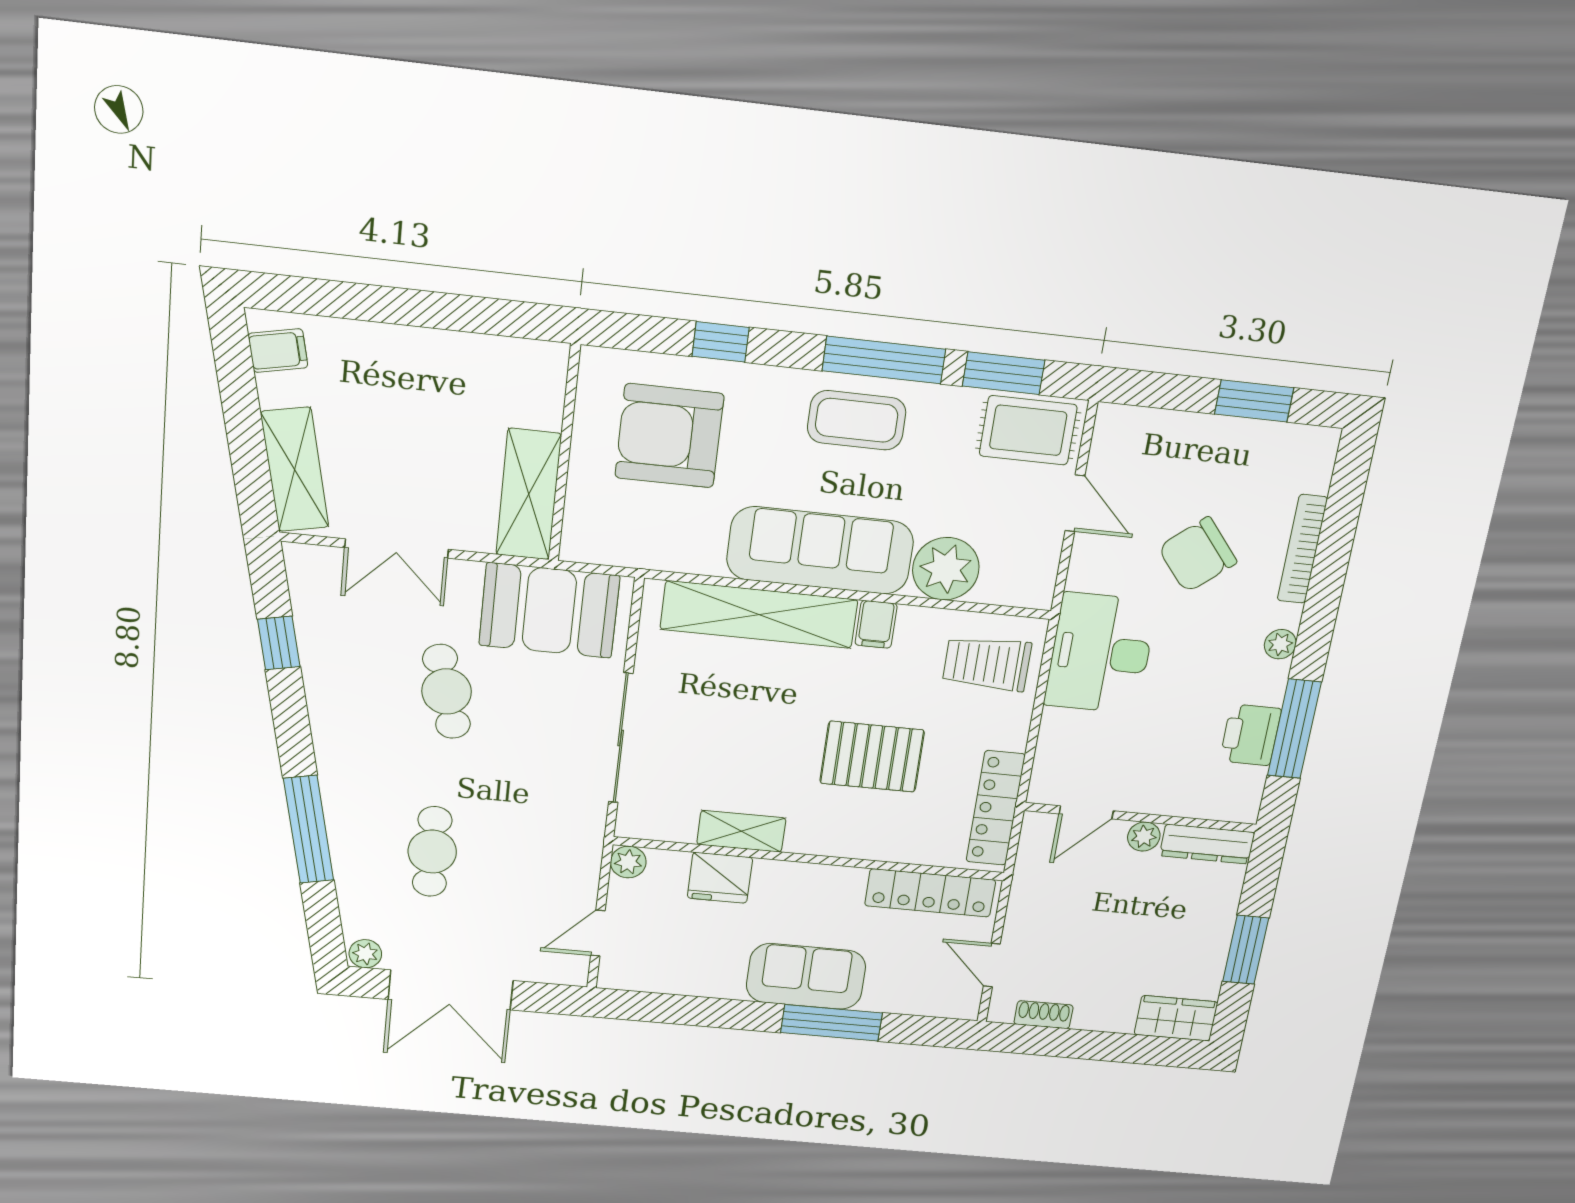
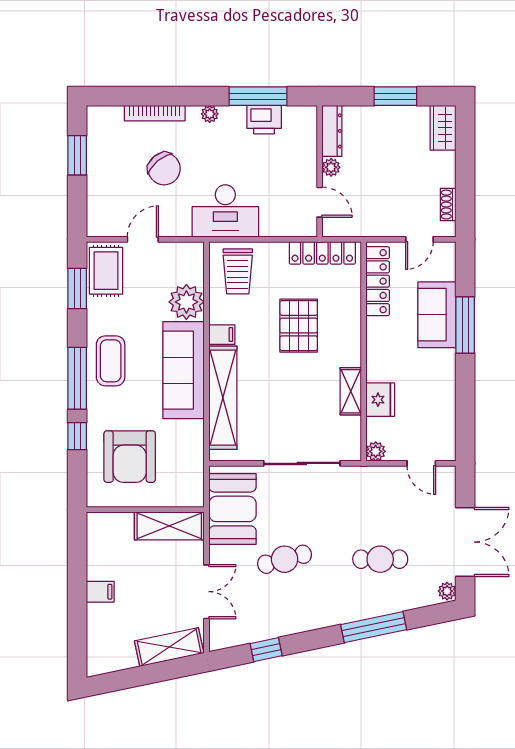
filing cabinet: (278, 351) -> (100, 592), moved, turned 102
window: (884, 360) -> (77, 378), moved
sofa: (806, 976) -> (437, 315), moved

